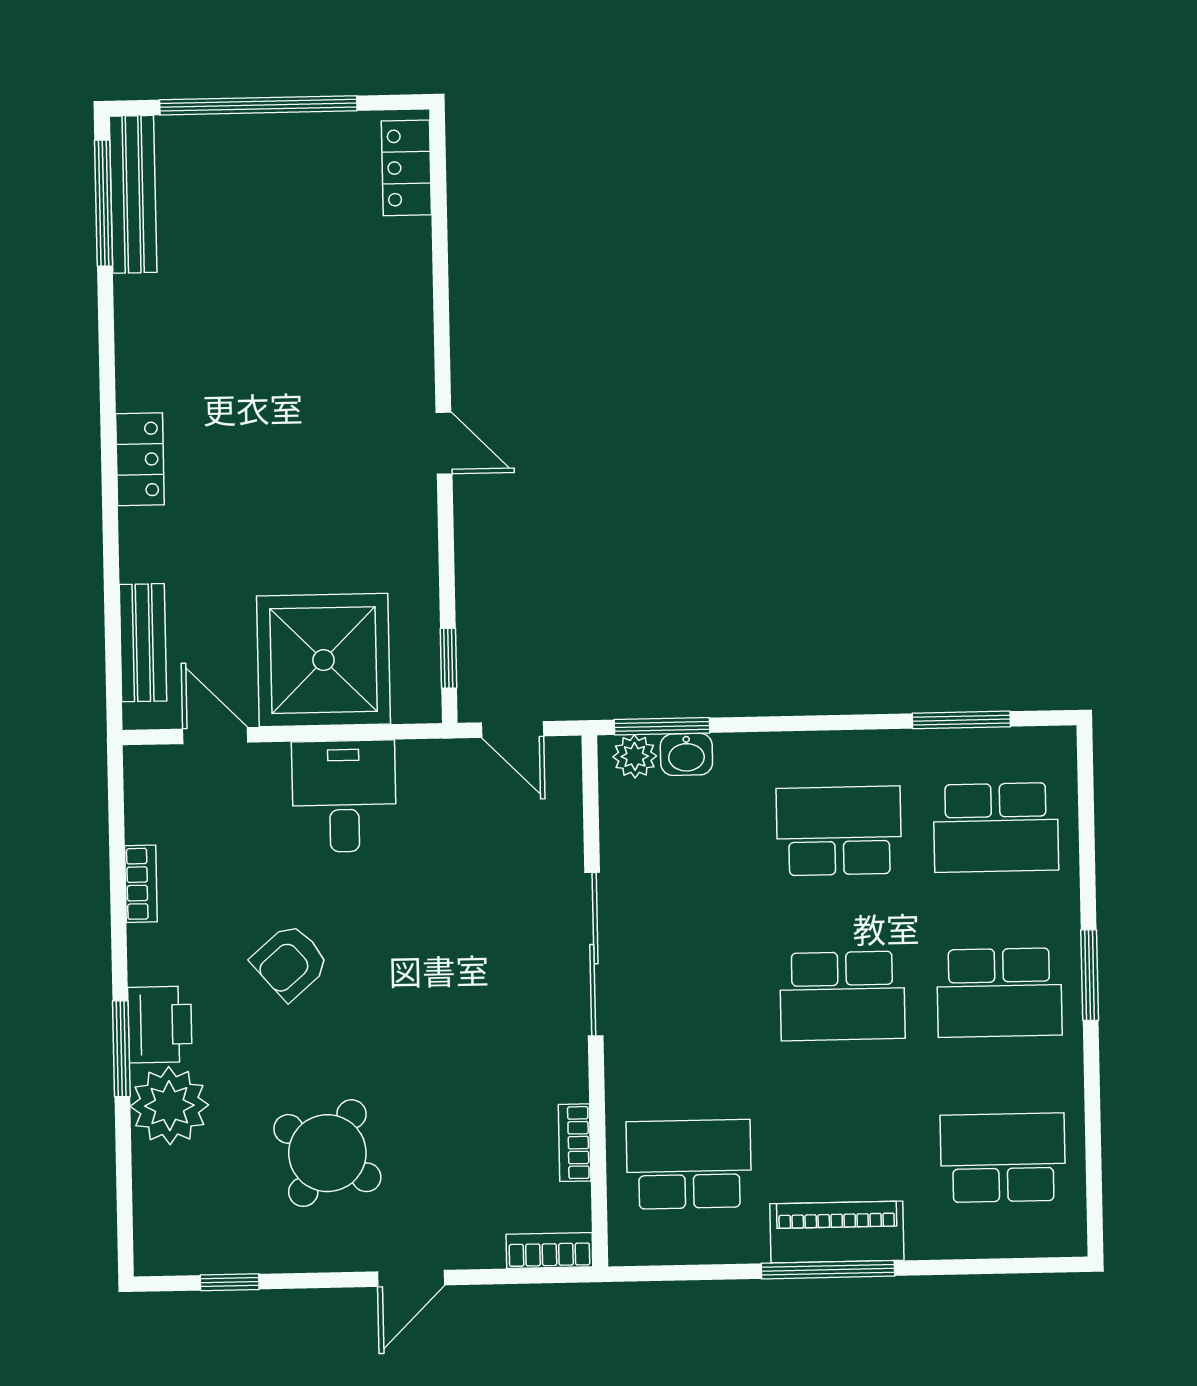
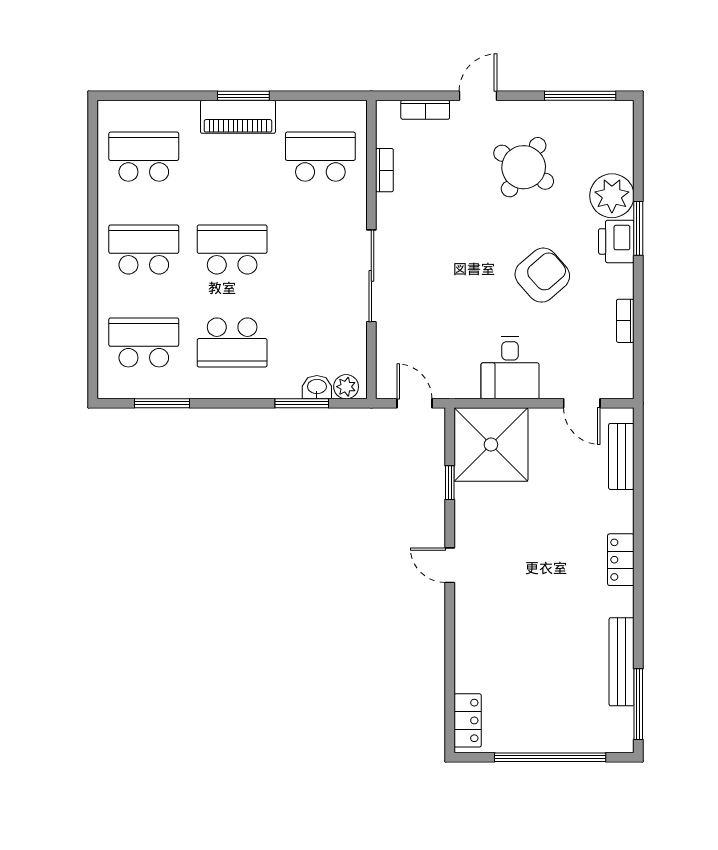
bench: (133, 194) -> (622, 662), moved
window: (448, 658) -> (450, 483), moved
shower: (323, 660) -> (491, 445), moved
window: (662, 726) -> (302, 403), moved
armchair: (290, 962) -> (542, 275), width x1.38, depth x1.38
window: (1090, 975) -> (93, 258), removed
school desk: (1003, 1158) -> (144, 157), turned 180
school desk: (689, 1164) -> (320, 157), turned 180
bookcase: (549, 1251) -> (425, 110), moved
window: (828, 1270) -> (243, 96), width x0.69
window: (230, 1282) -> (580, 96), width x2.17

